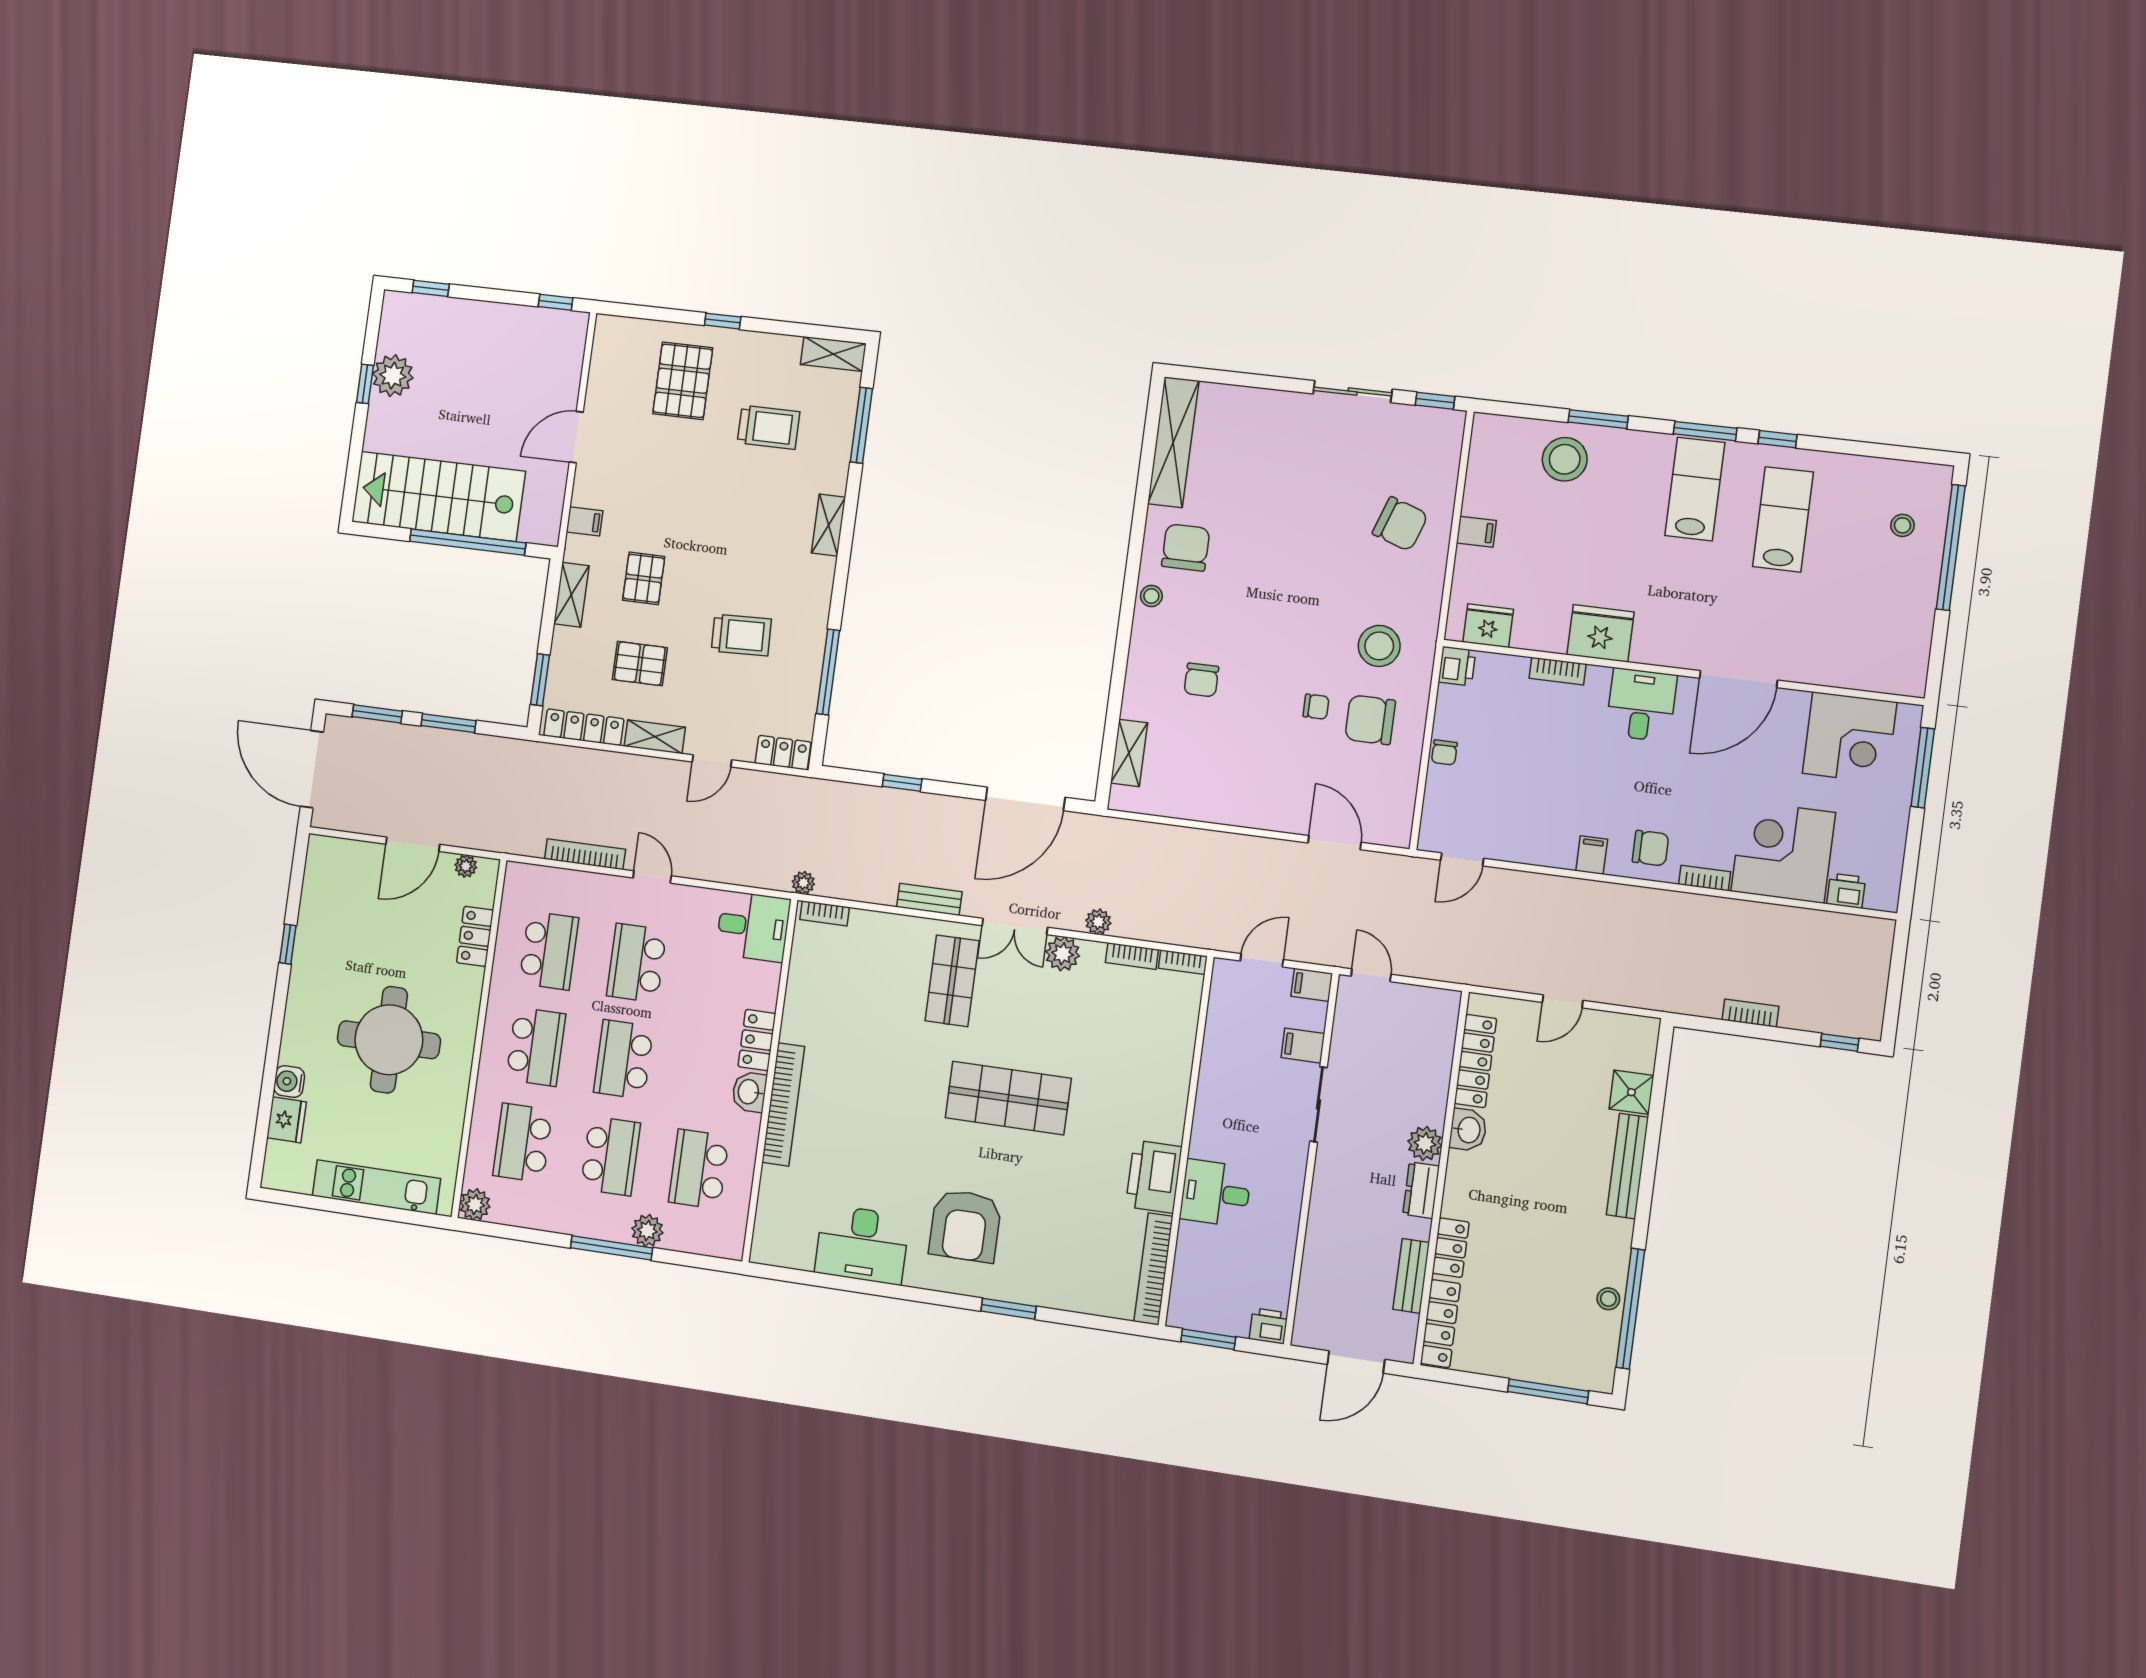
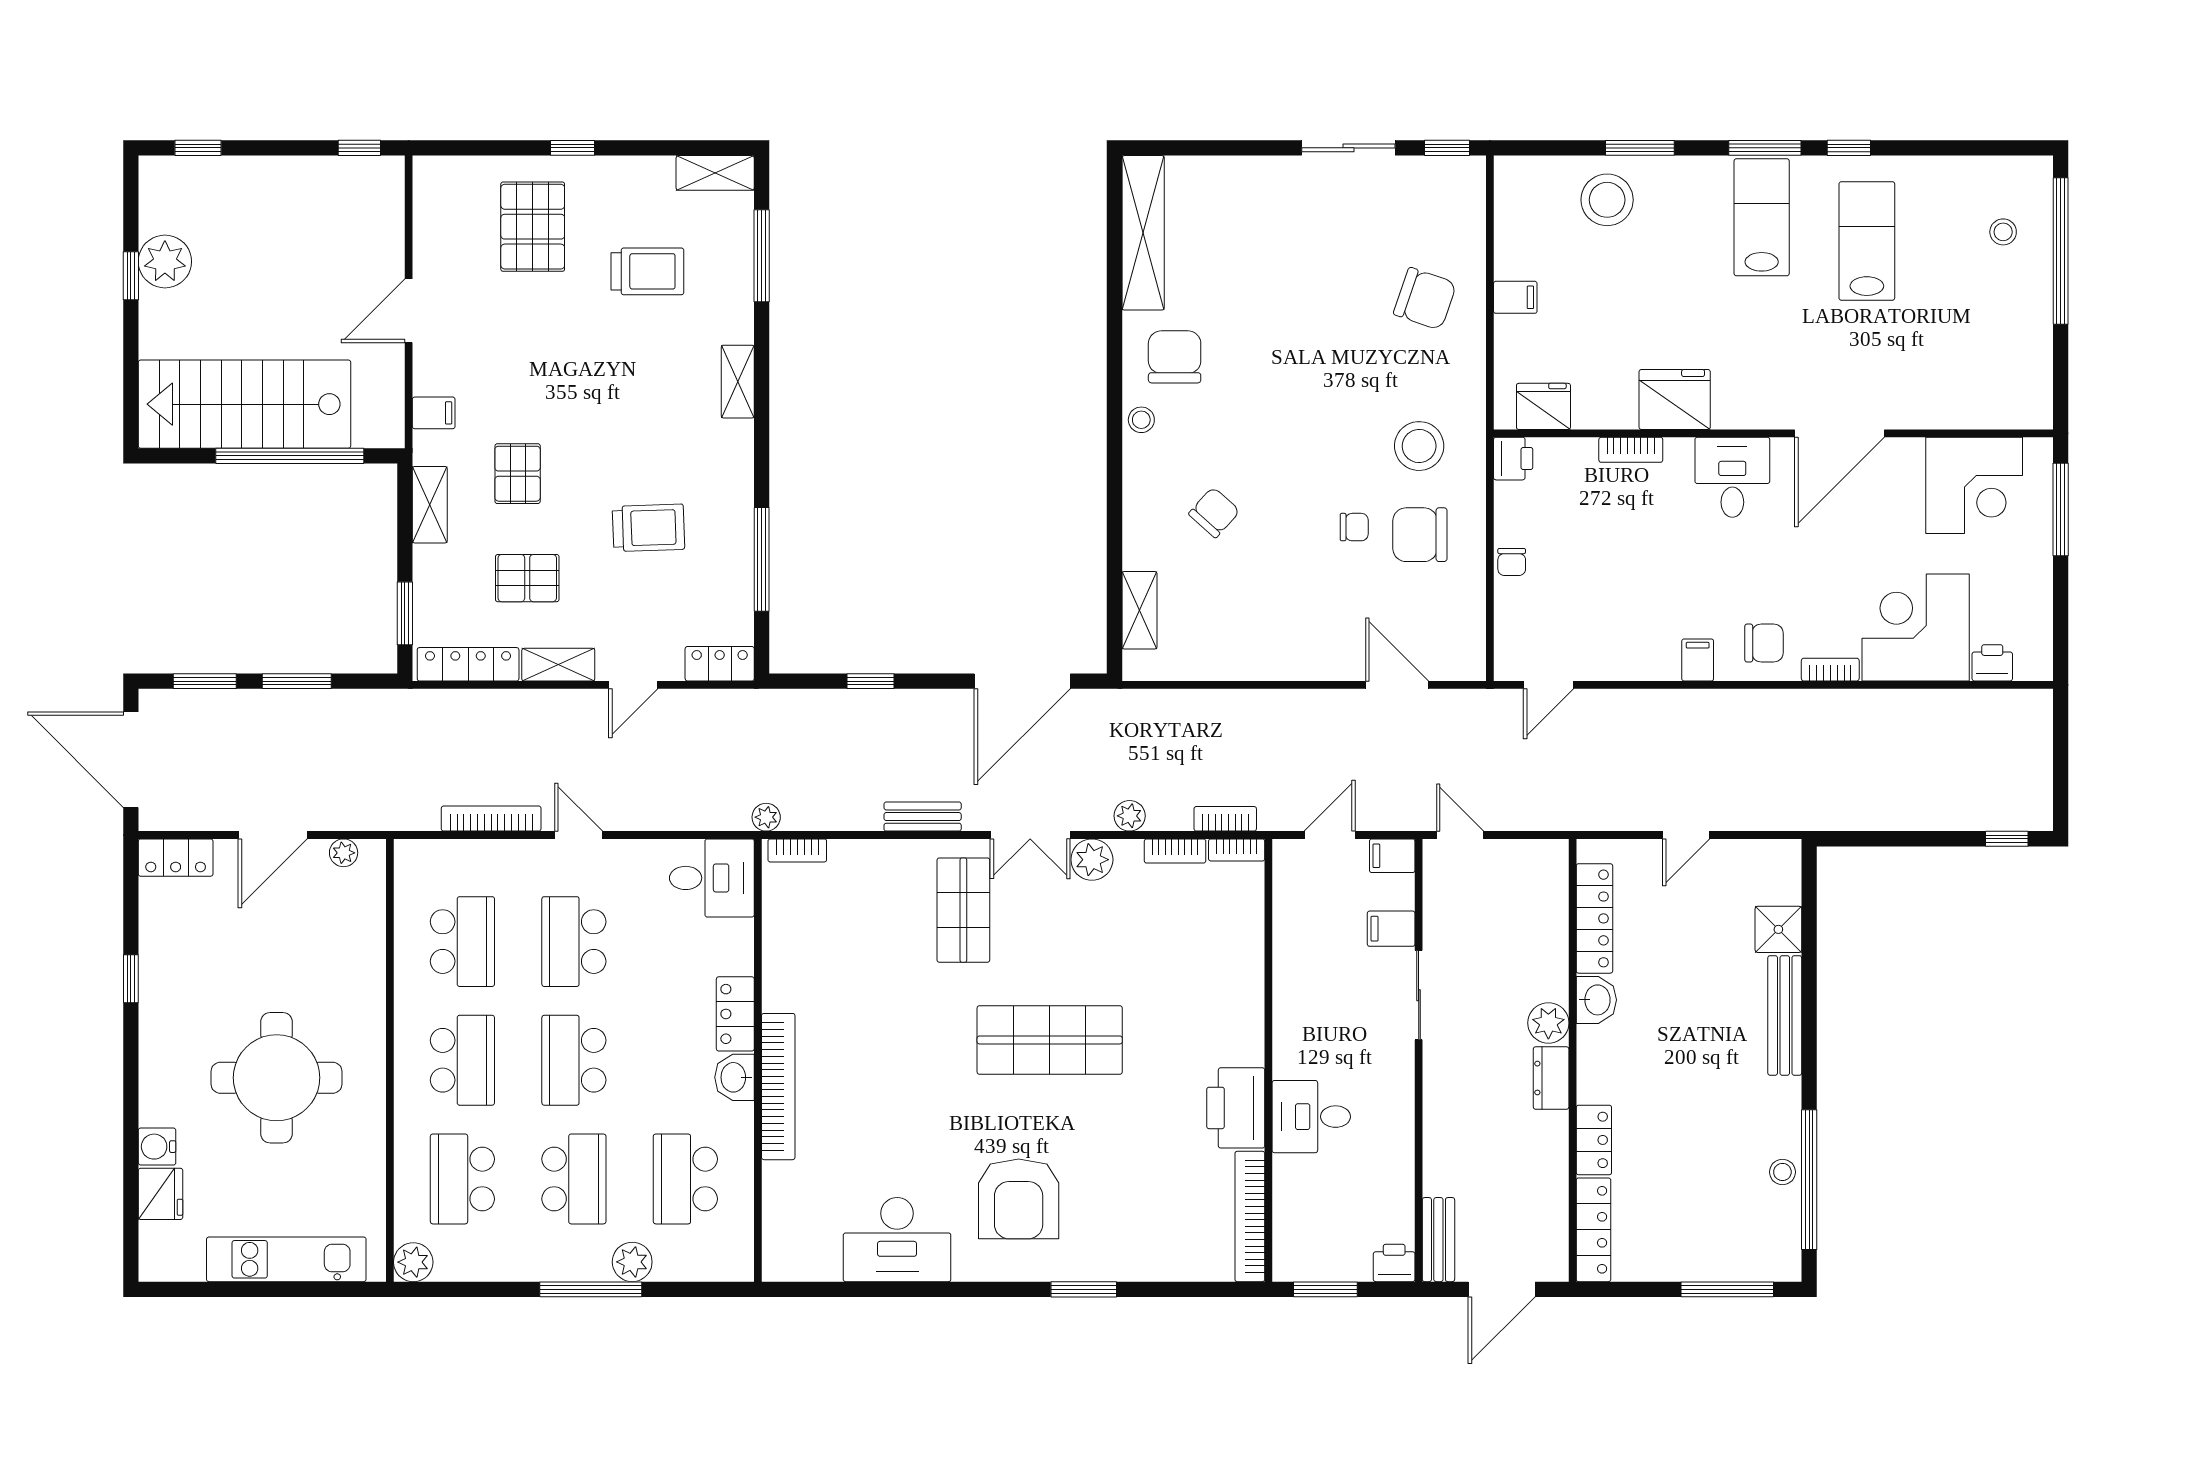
chair: (1201, 680) -> (1214, 512), turned -138
locker: (475, 936) -> (176, 858), moved, turned -90
bookcase: (1750, 1013) -> (1225, 819), moved
bench: (1411, 1276) -> (1438, 1240), moved

